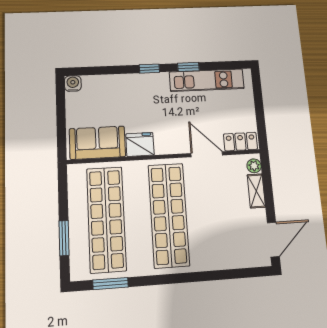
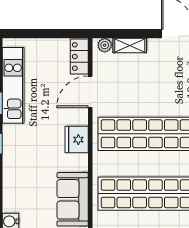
fridge: (140, 144) -> (77, 140), moved

